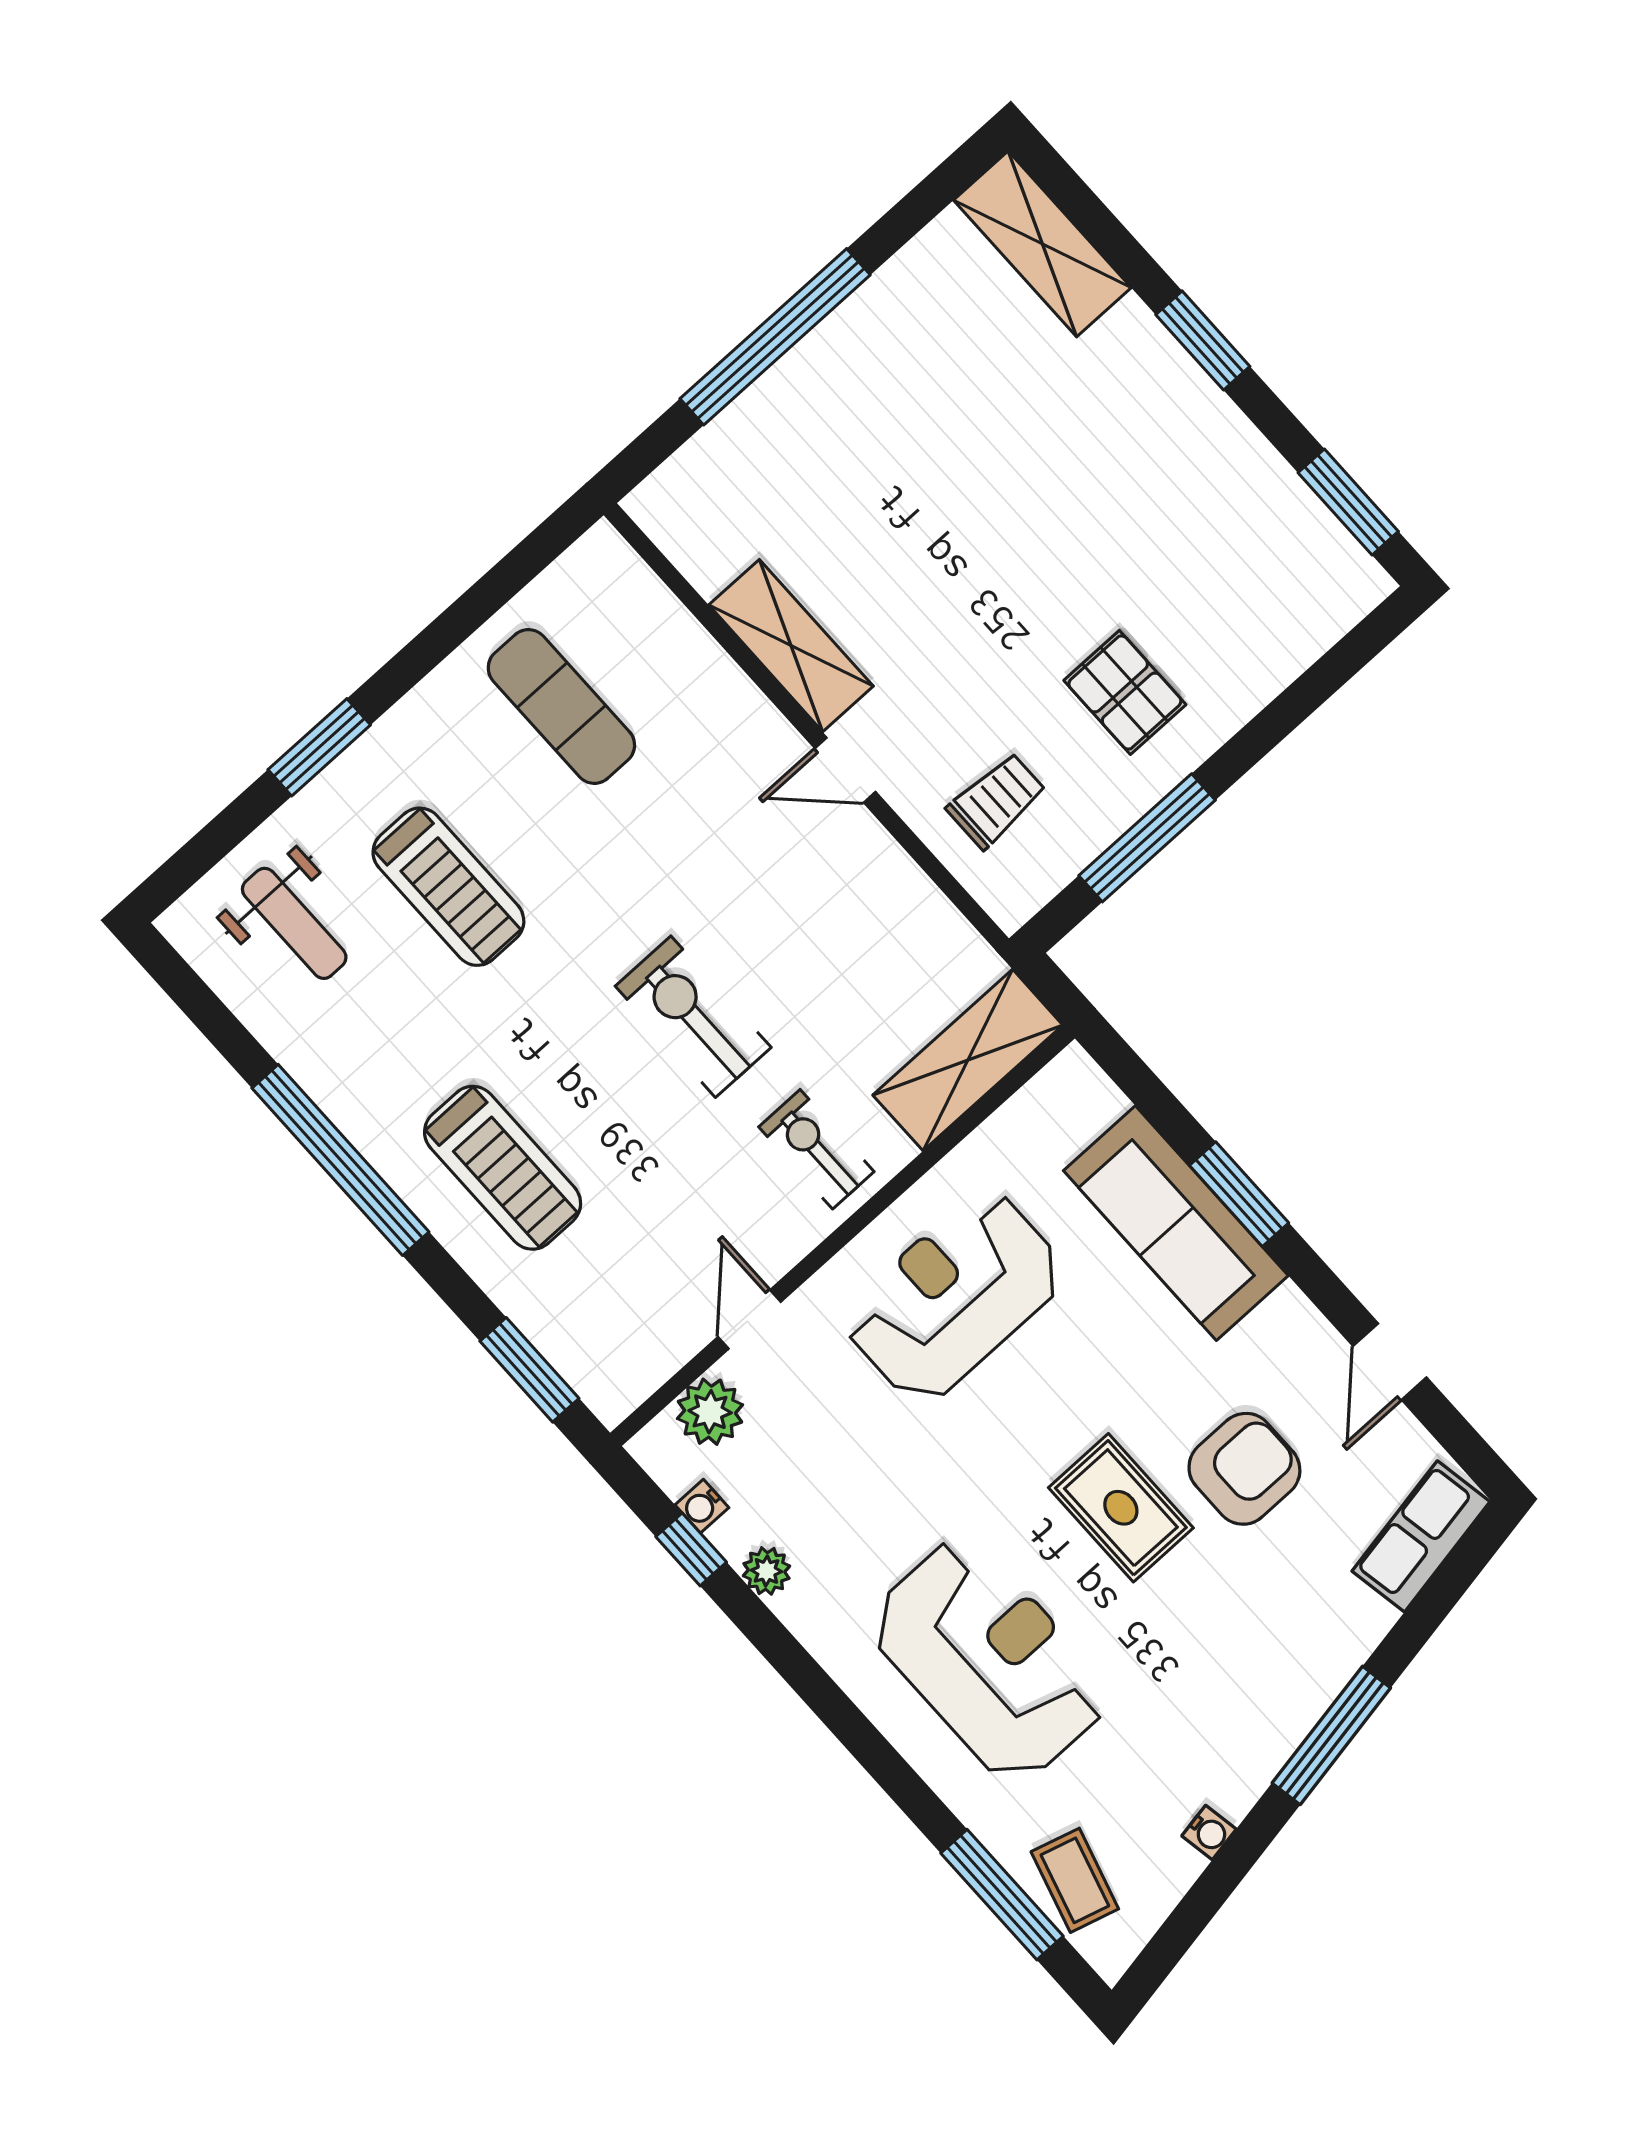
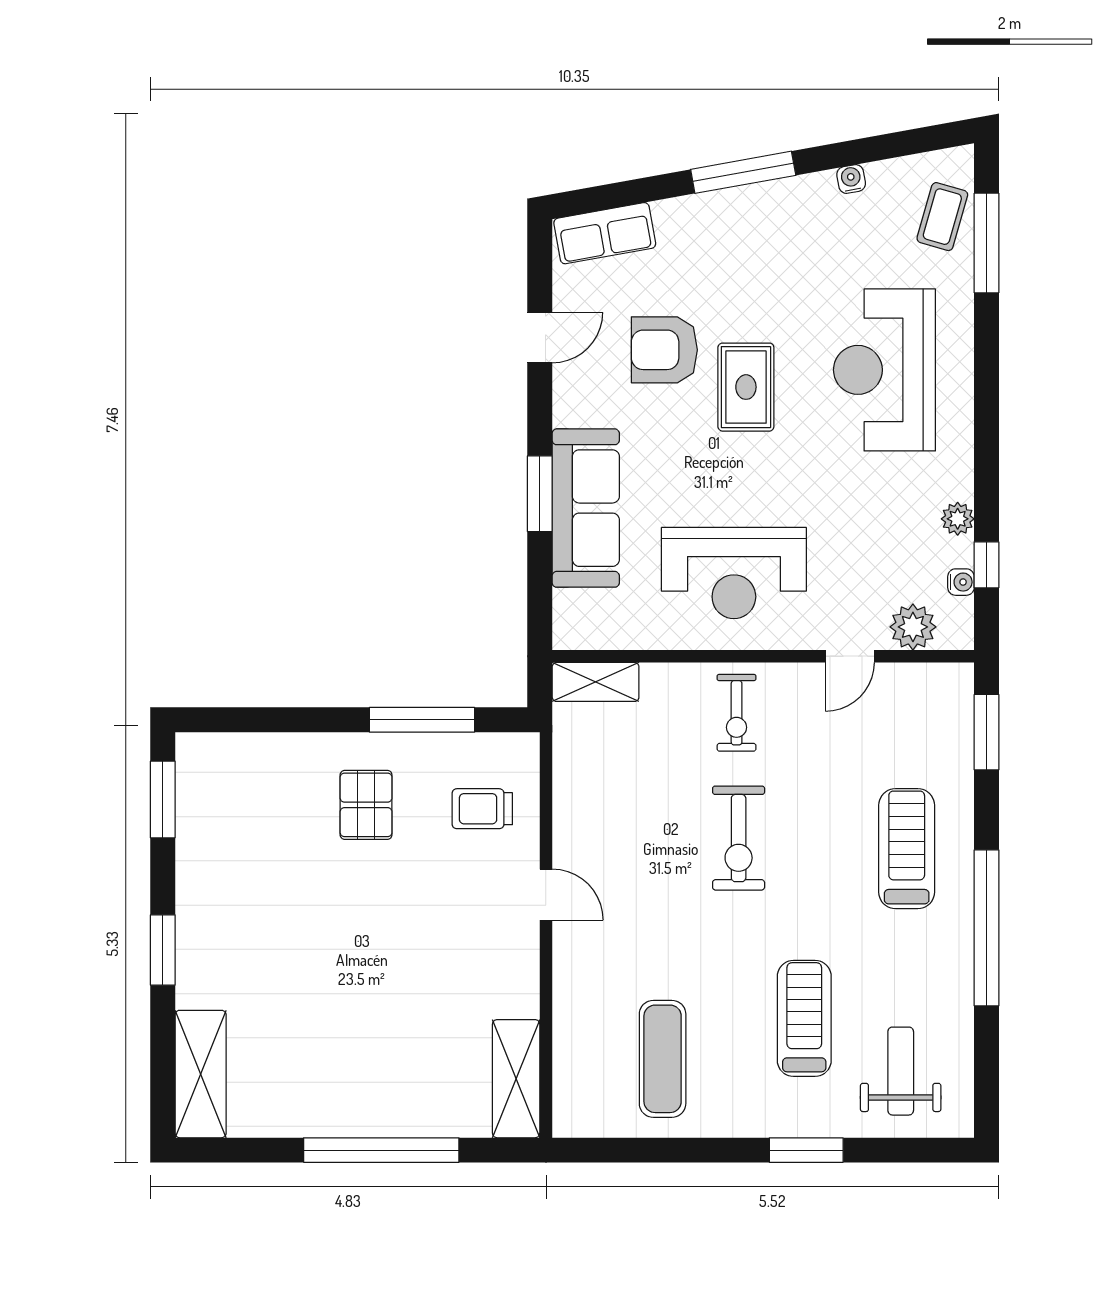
shelving: (791, 646) -> (516, 1079), moved
shelving: (968, 1060) -> (596, 682), width x0.67, depth x0.75

